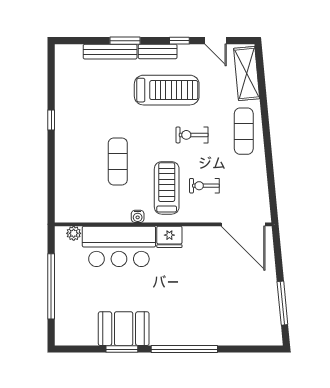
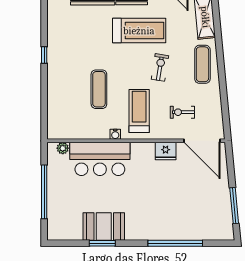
exercise bike: (192, 135) -> (160, 67), turned 99
exercise bike: (204, 186) -> (182, 112), moved
fridge: (169, 237) -> (166, 151), moved
window: (184, 349) -> (175, 243), moved

